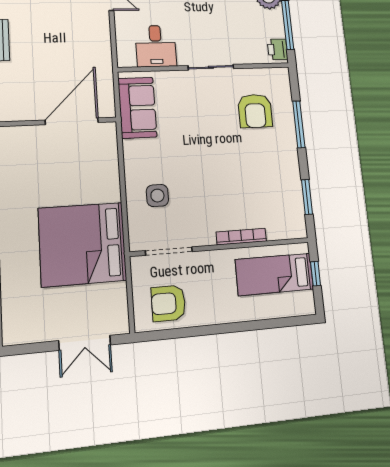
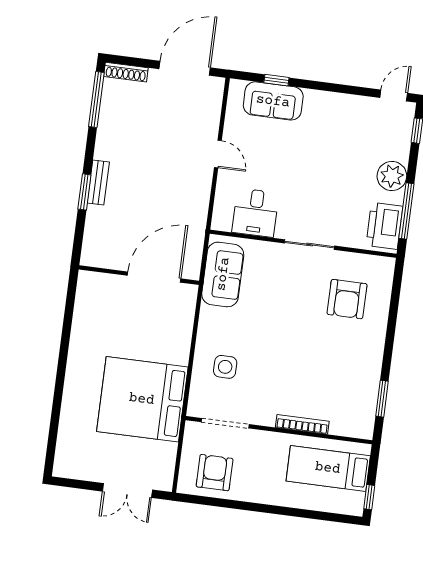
printer: (278, 49) -> (384, 226), width x1.87, depth x1.48
window: (299, 124) -> (392, 322), removed
window: (316, 274) -> (369, 497), moved
armchair: (168, 303) -> (215, 473), turned 90

